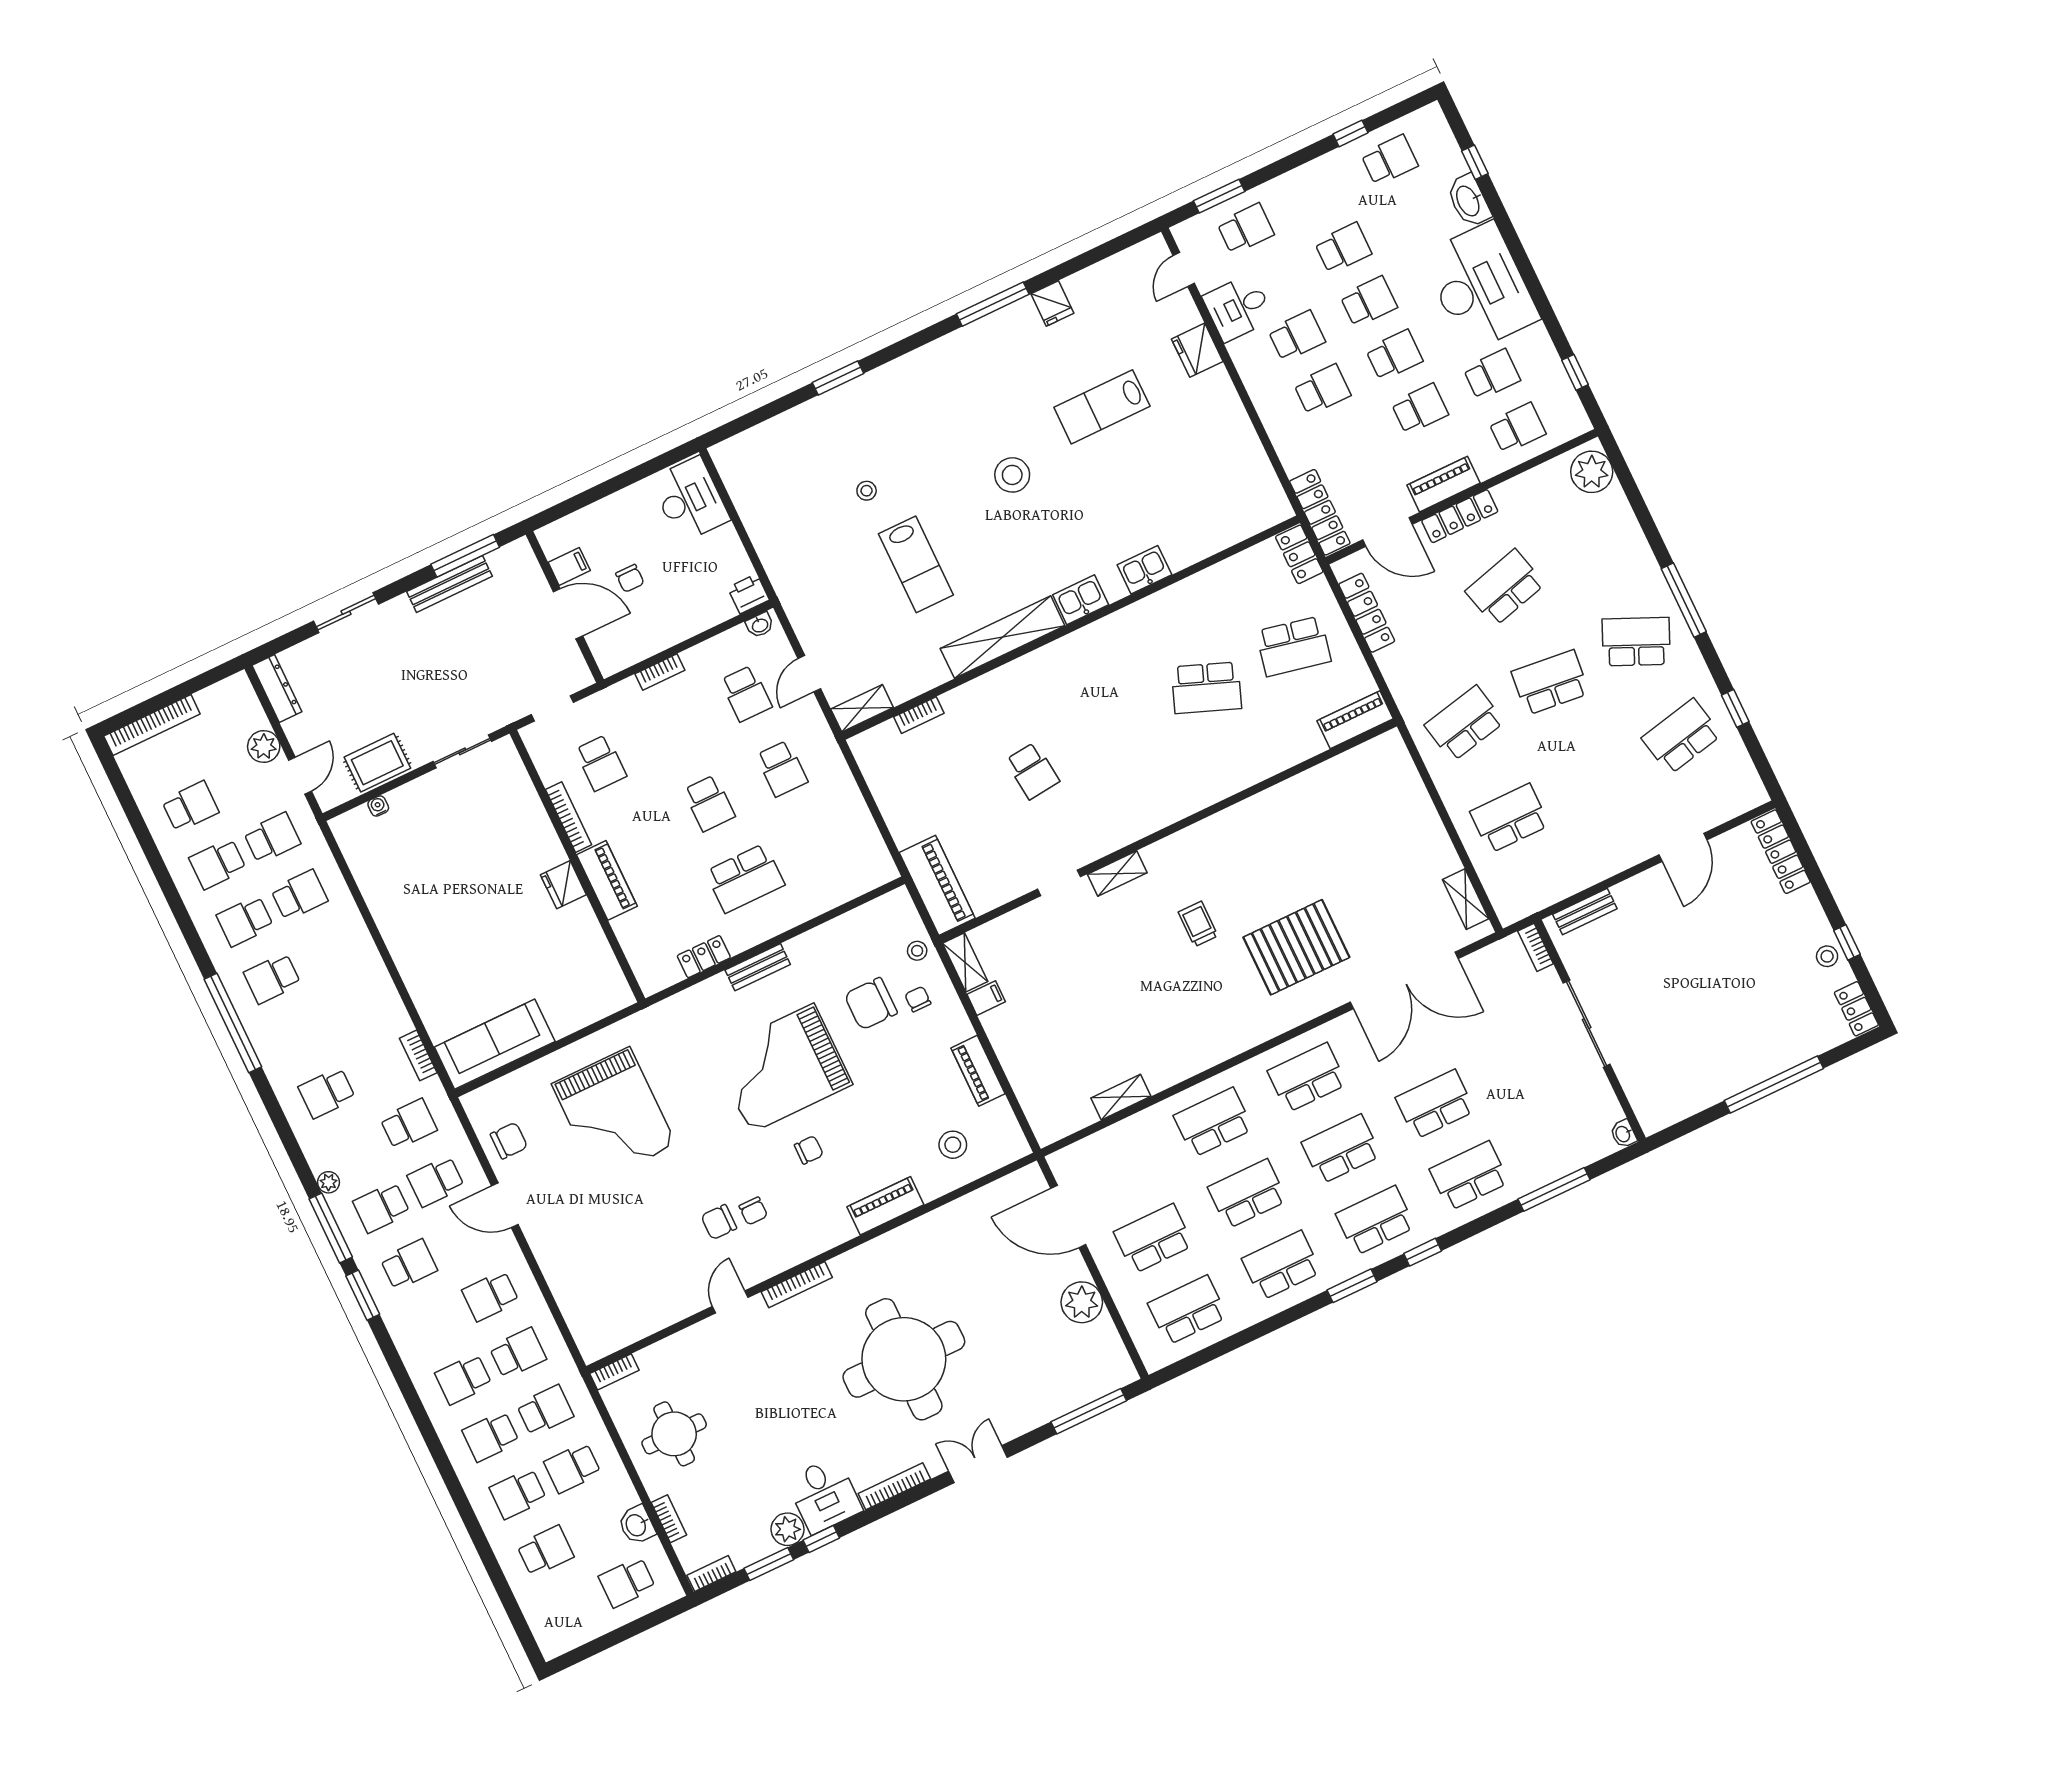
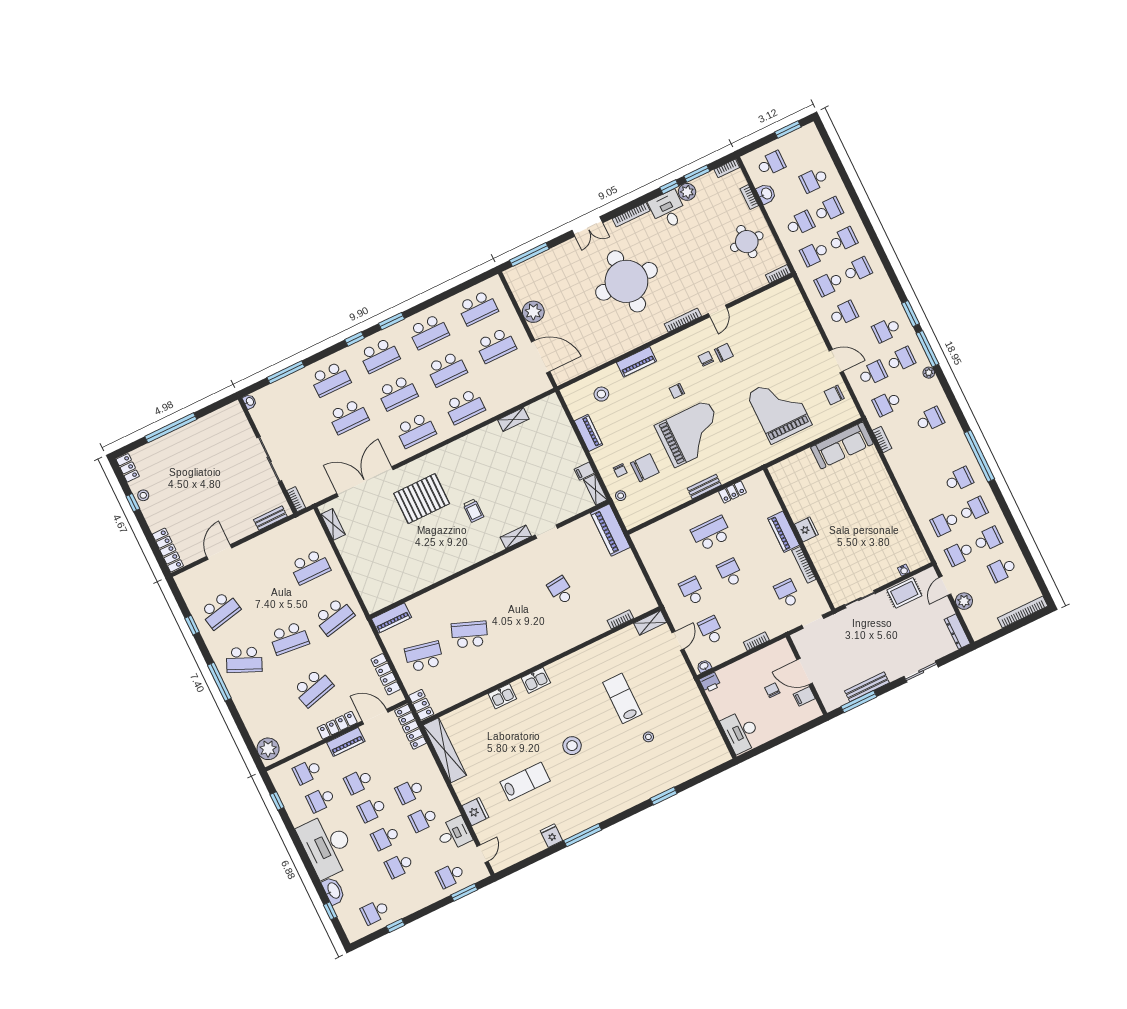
shelving: (1003, 637) -> (445, 750), moved, turned 90
window: (595, 1647) -> (788, 130), added

